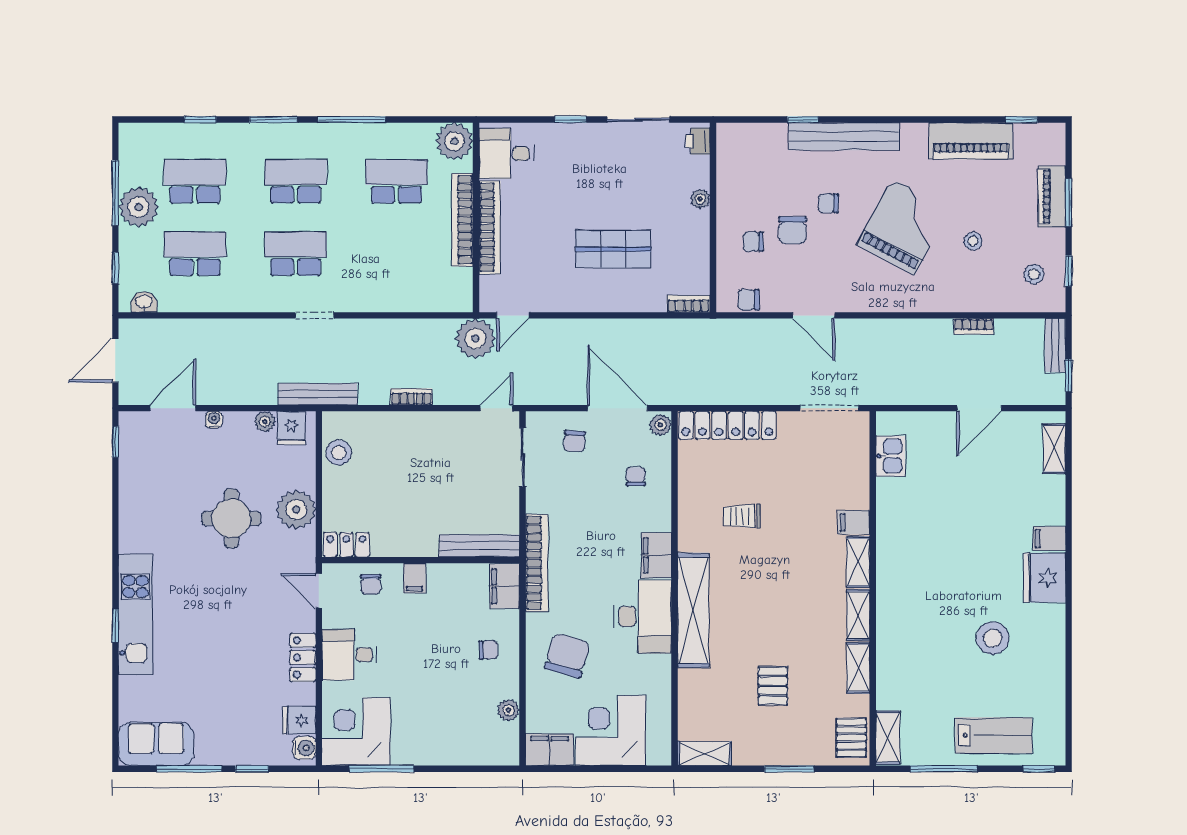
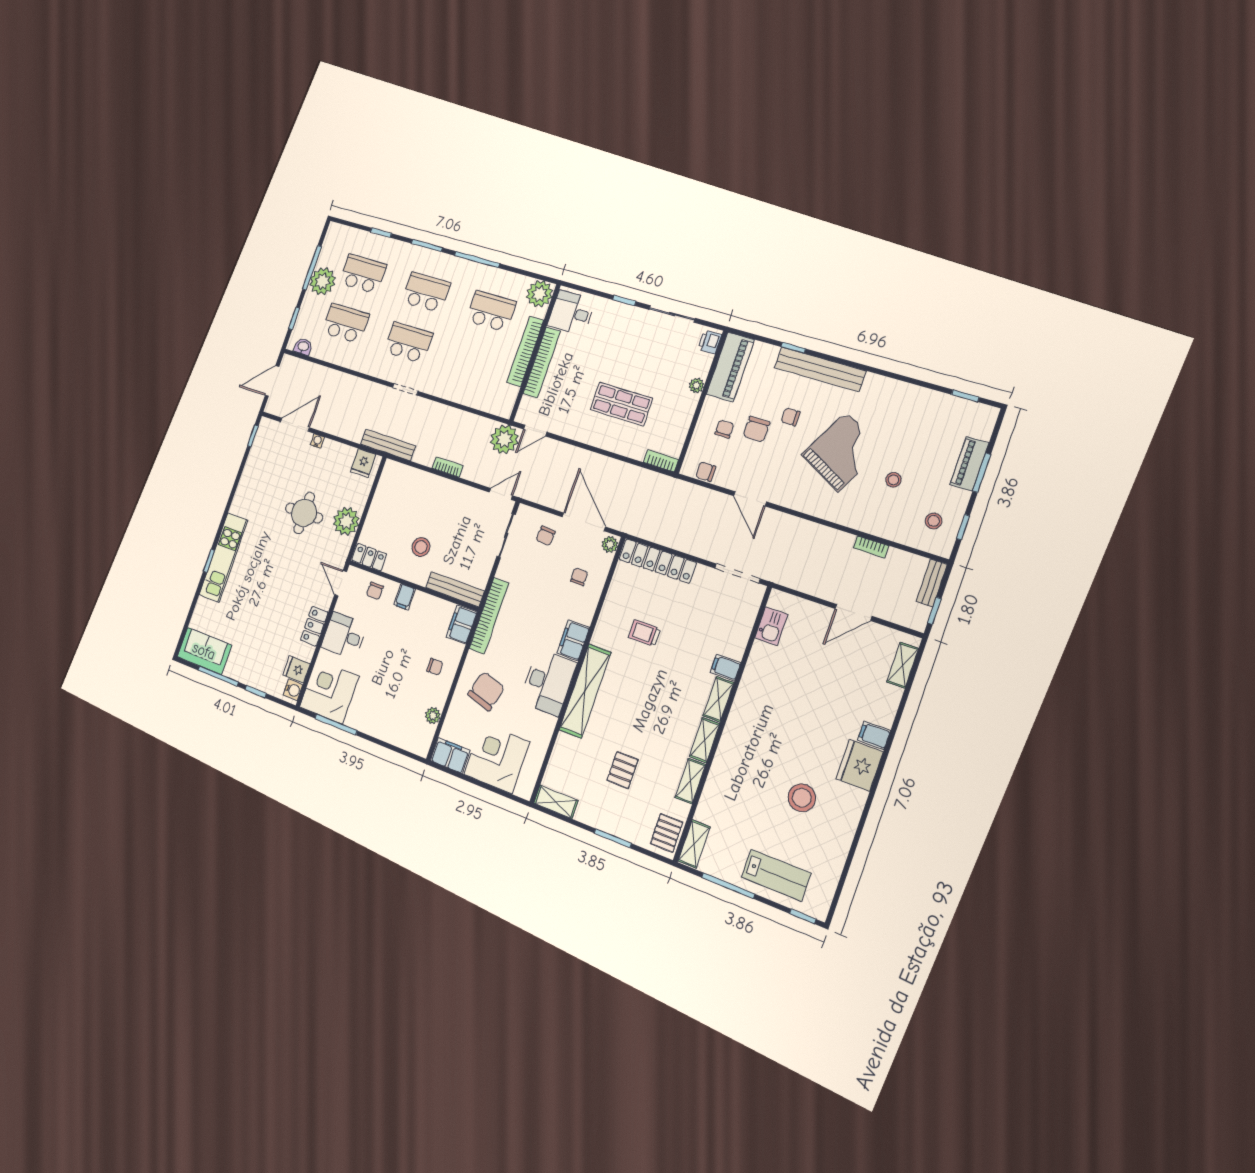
piano: (971, 141) -> (730, 367), moved, turned -90
chair: (753, 242) -> (724, 429), turned 90
plant: (265, 422) -> (348, 453), removed
stool: (339, 453) -> (421, 547), moved

